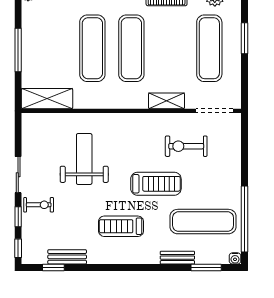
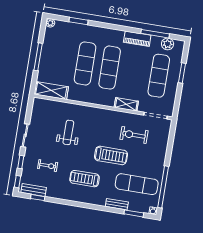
weight bench: (84, 159) -> (68, 132), width x0.73, depth x0.75
exercise bike: (39, 205) -> (48, 166), moved
bench: (67, 257) -> (34, 190), moved

